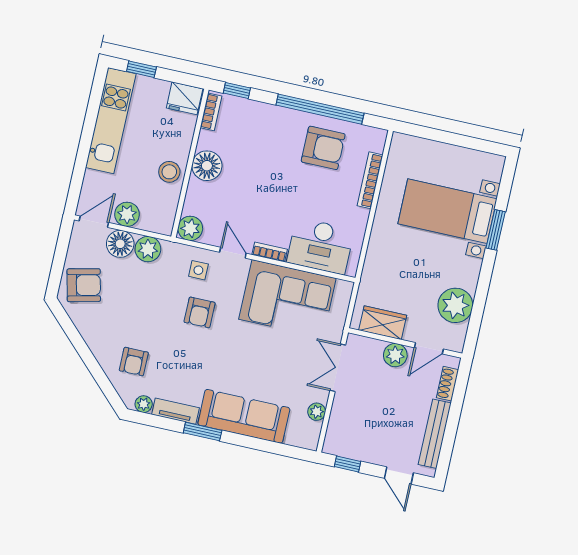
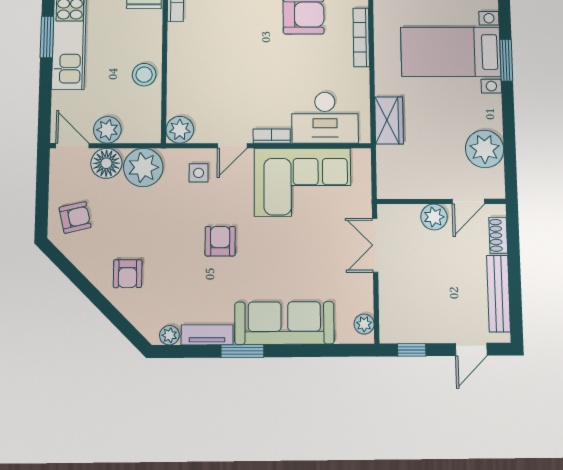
window: (91, 119) -> (47, 37), added
floor lamp: (207, 166) -> (183, 59), removed
door: (94, 222) -> (72, 146), hinge flipped
plant: (148, 249) -> (143, 167), width x1.36, depth x1.36
door: (233, 253) -> (232, 146), swing flipped
armchair: (84, 285) -> (75, 217), width x0.72, depth x0.72
armchair: (200, 312) -> (220, 241), moved, turned 180
wardrobe: (383, 323) -> (389, 120), moved, turned 90
armchair: (134, 362) -> (128, 274), moved
plant: (317, 412) -> (364, 324), moved
door: (399, 475) -> (471, 349), hinge flipped

